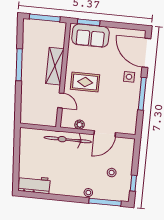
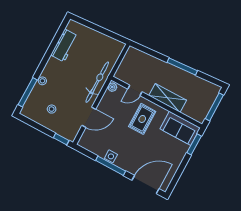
sofa: (90, 36) -> (180, 128), moved, turned -90
side table: (129, 77) -> (111, 156), moved
plant: (80, 125) -> (112, 87), moved
door: (105, 134) -> (89, 117), swing flipped
window: (133, 183) -> (61, 139), moved
workbench: (34, 185) -> (64, 45), moved

